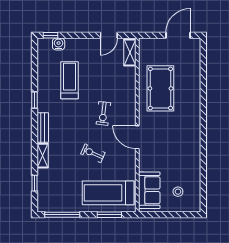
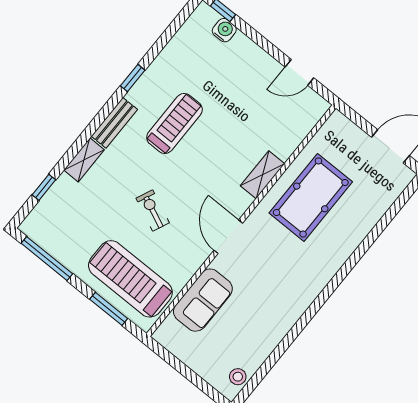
shelving: (130, 52) -> (262, 175), moved
treadmill: (69, 80) -> (174, 123), moved
exercise bike: (103, 113) -> (209, 169), removed
sofa: (149, 190) -> (203, 300), moved
stool: (178, 192) -> (238, 377), moved

